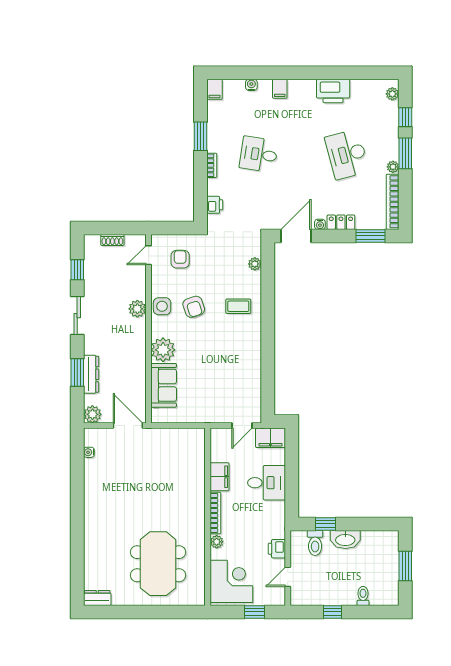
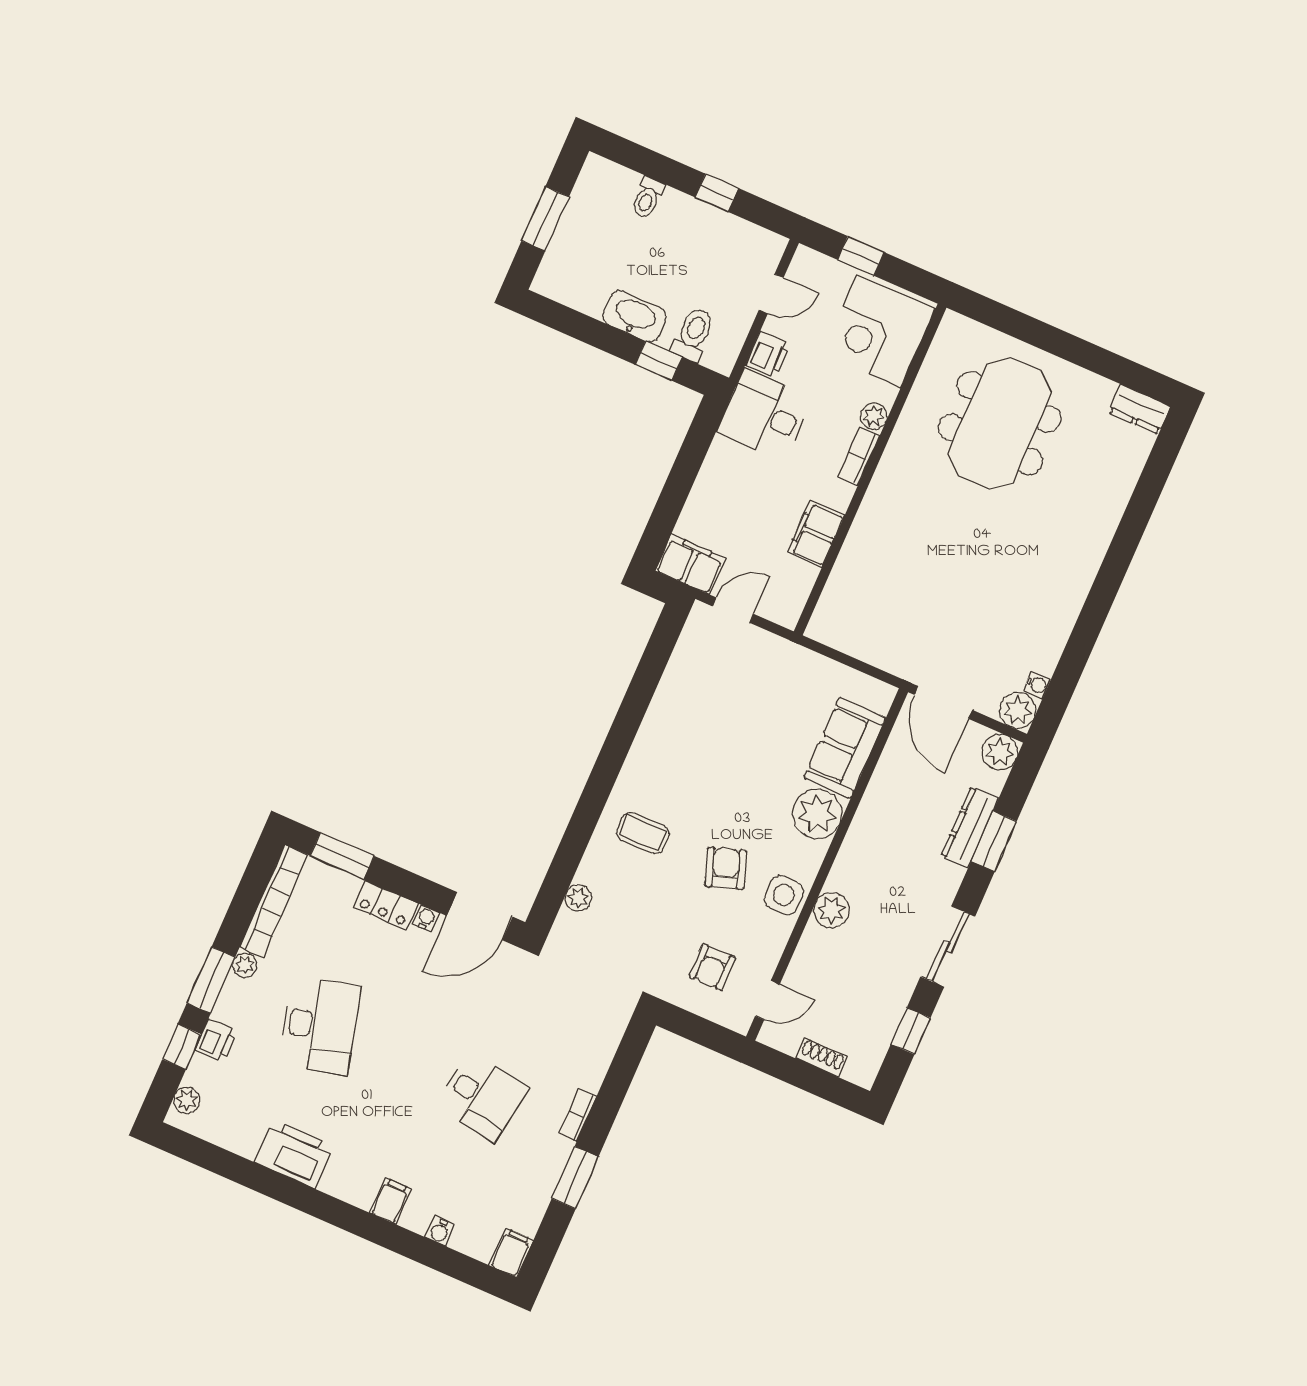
printer: (215, 205) -> (216, 1041), moved, turned 180
plant: (93, 437) -> (1018, 710), added
desk: (266, 483) -> (765, 415), moved
bookcase: (215, 513) -> (859, 456), width x0.64

